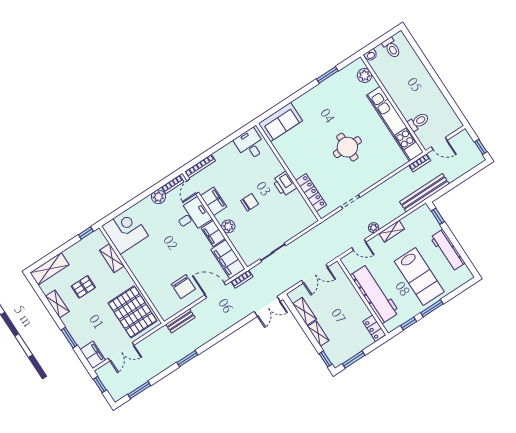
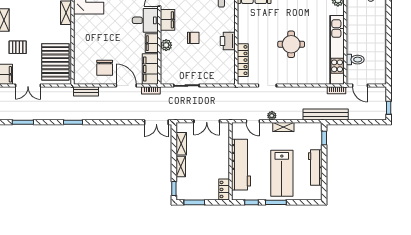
pallet: (83, 287) -> (18, 47), moved

